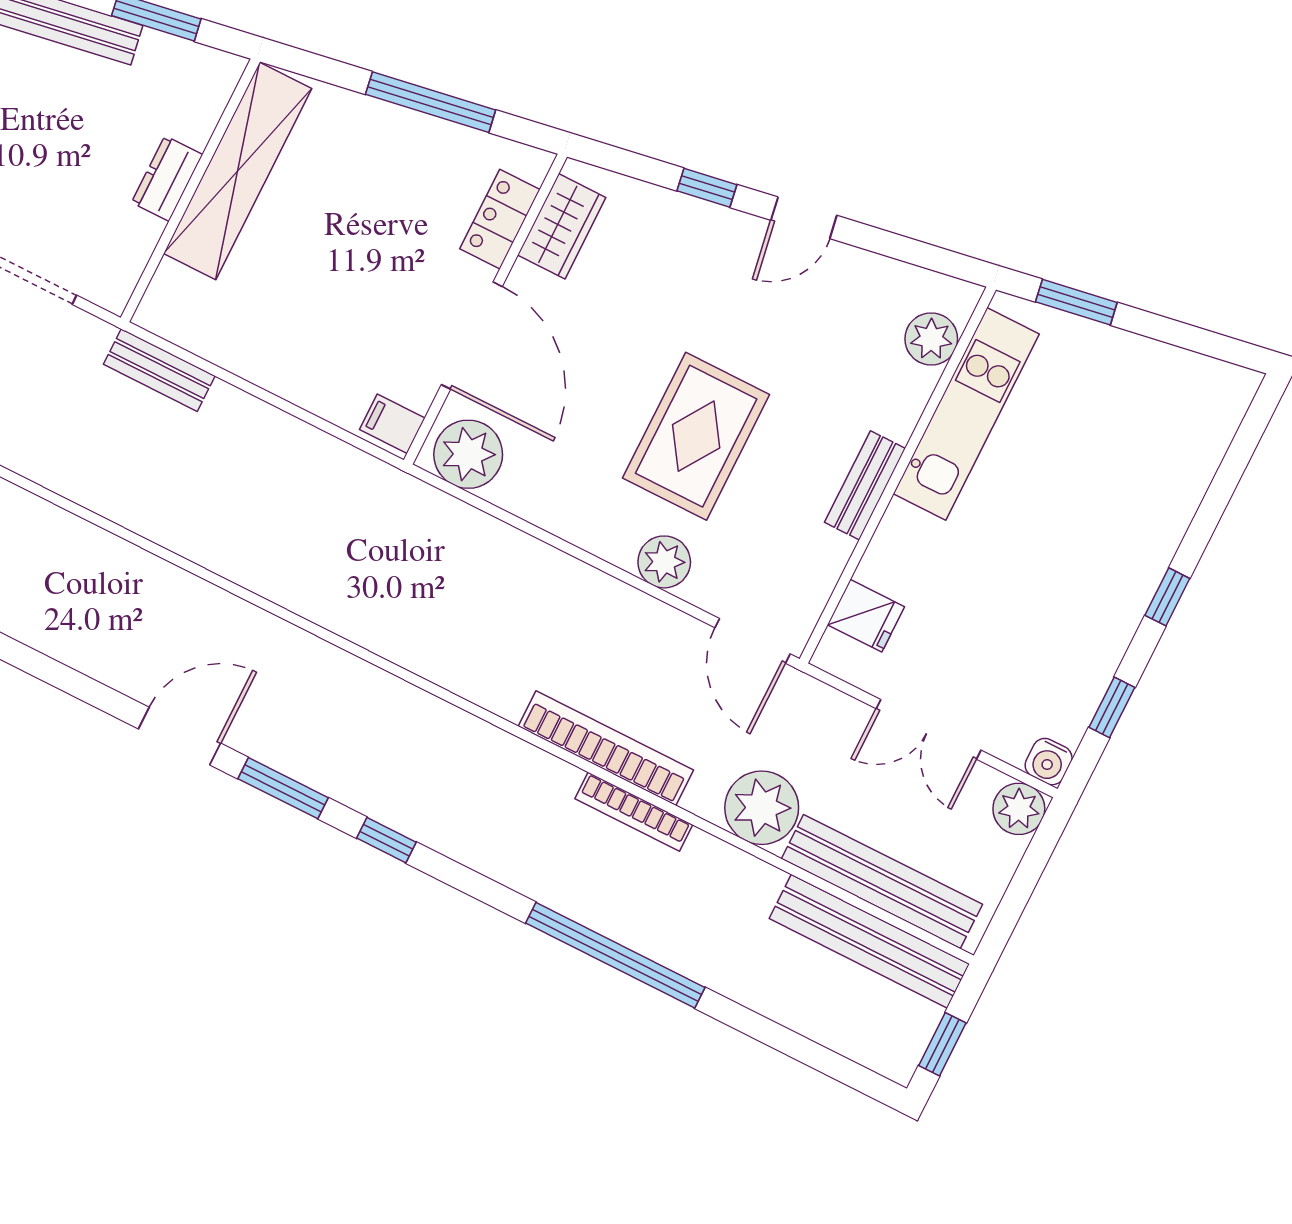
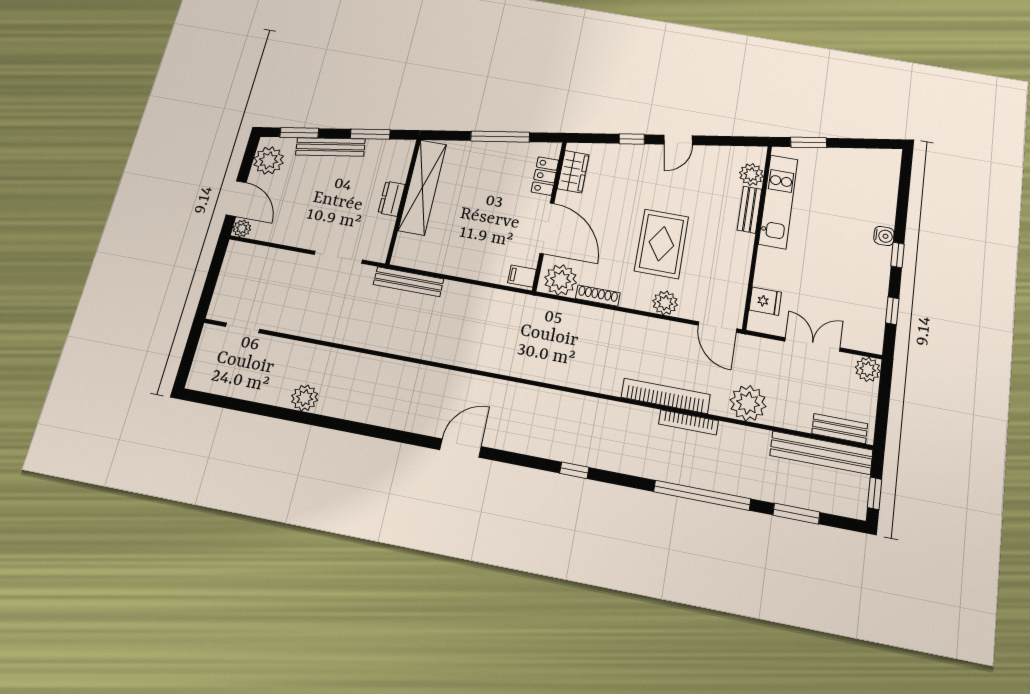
bench: (159, 370) -> (408, 282), width x1.36
bench: (865, 485) -> (749, 210), moved
shoe rack: (534, 508) -> (598, 296), added
double door: (929, 729) -> (813, 344), swing flipped
water cooler: (1049, 762) -> (884, 236), moved, turned -90
window: (283, 788) -> (796, 514), moved
bench: (882, 882) -> (840, 429), width x0.54, depth x0.82

